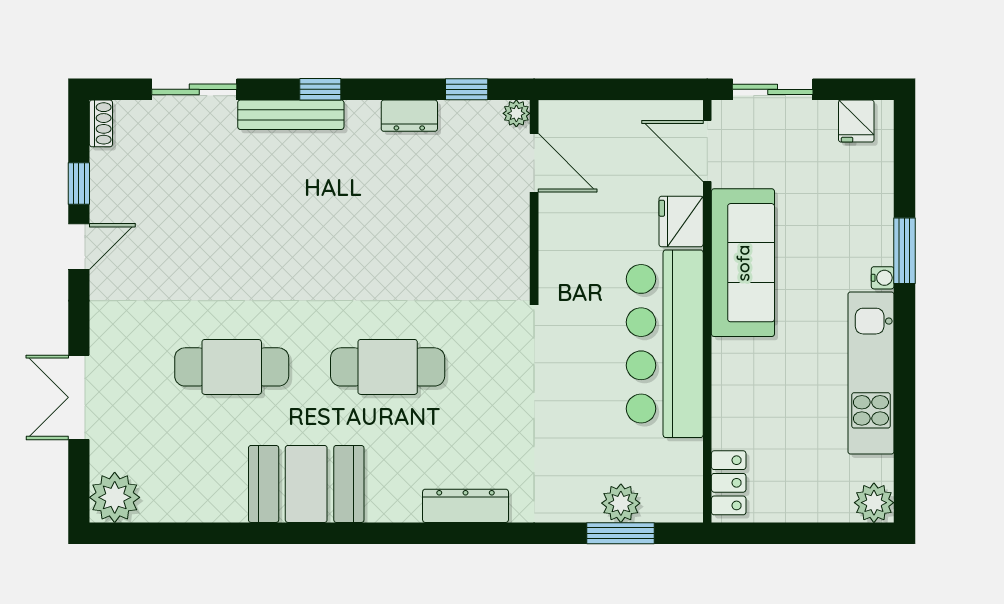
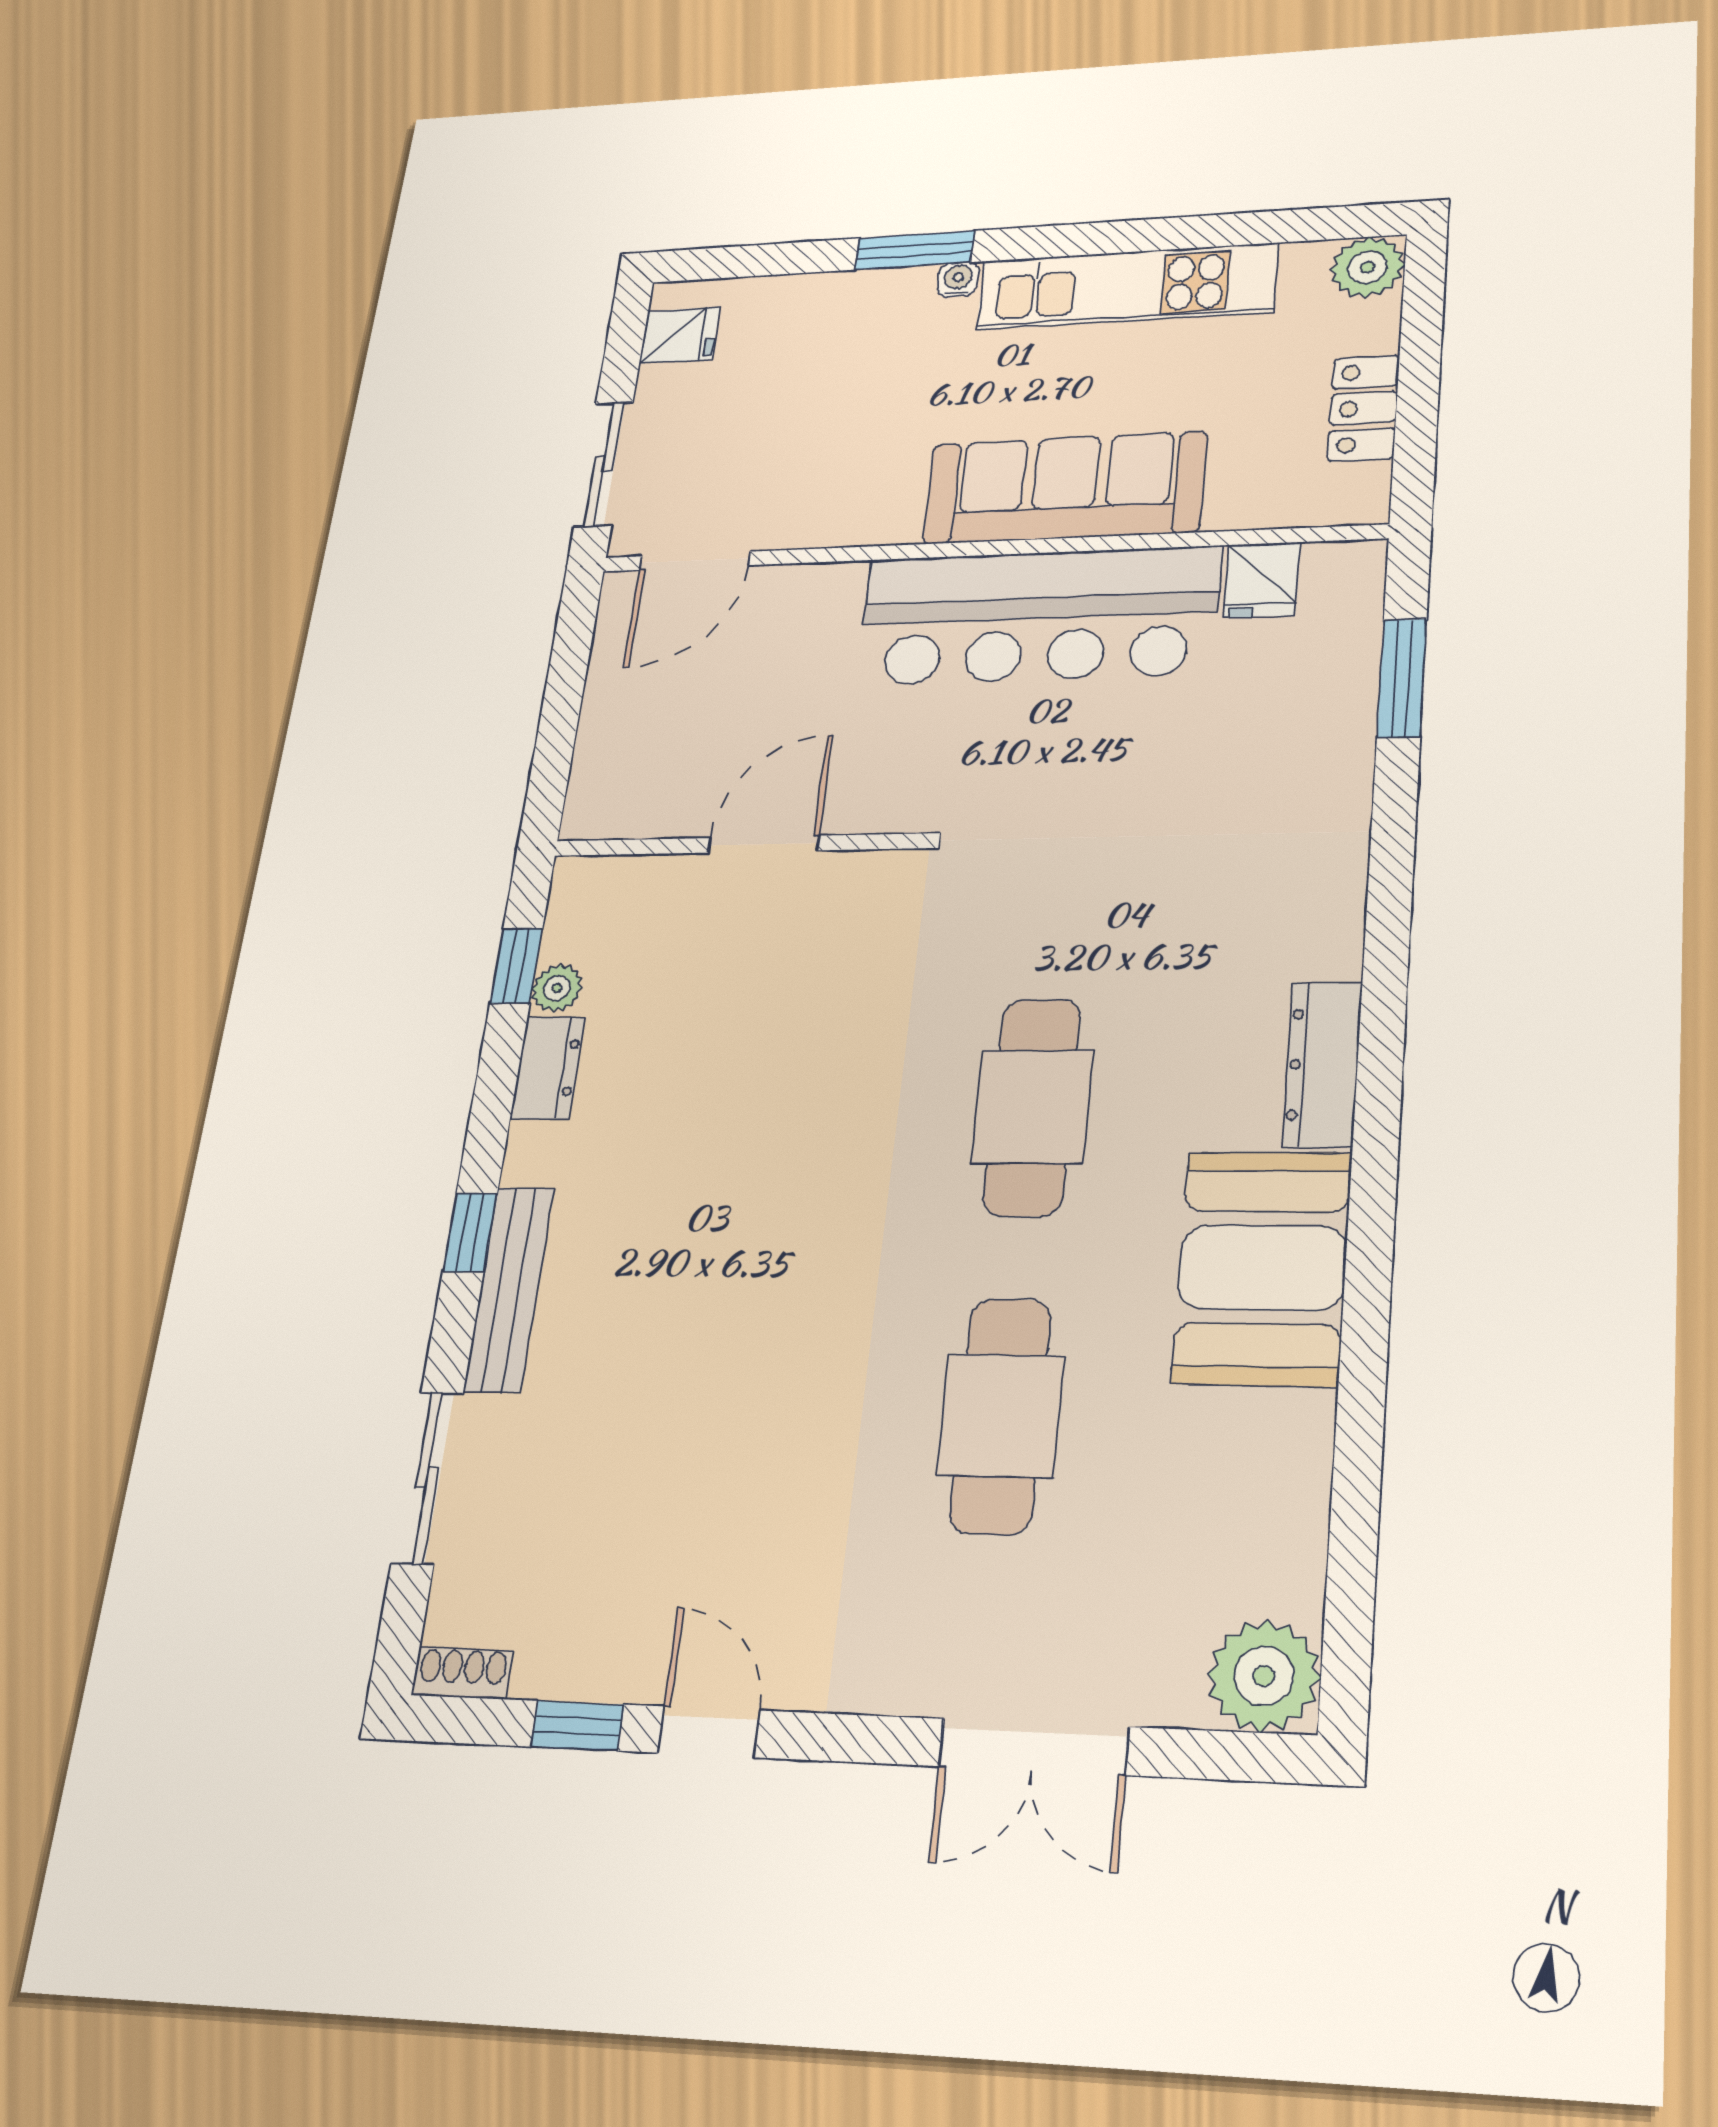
plant: (516, 113) -> (557, 988), moved
door: (534, 163) -> (763, 844), moved
fridge: (681, 222) -> (1262, 580), moved, width x0.72
sofa: (743, 263) -> (1065, 488), moved
locker: (729, 483) -> (1364, 408), moved, turned -90
plant: (621, 503) -> (1342, 679), removed
dresser: (466, 506) -> (1322, 1064), moved

